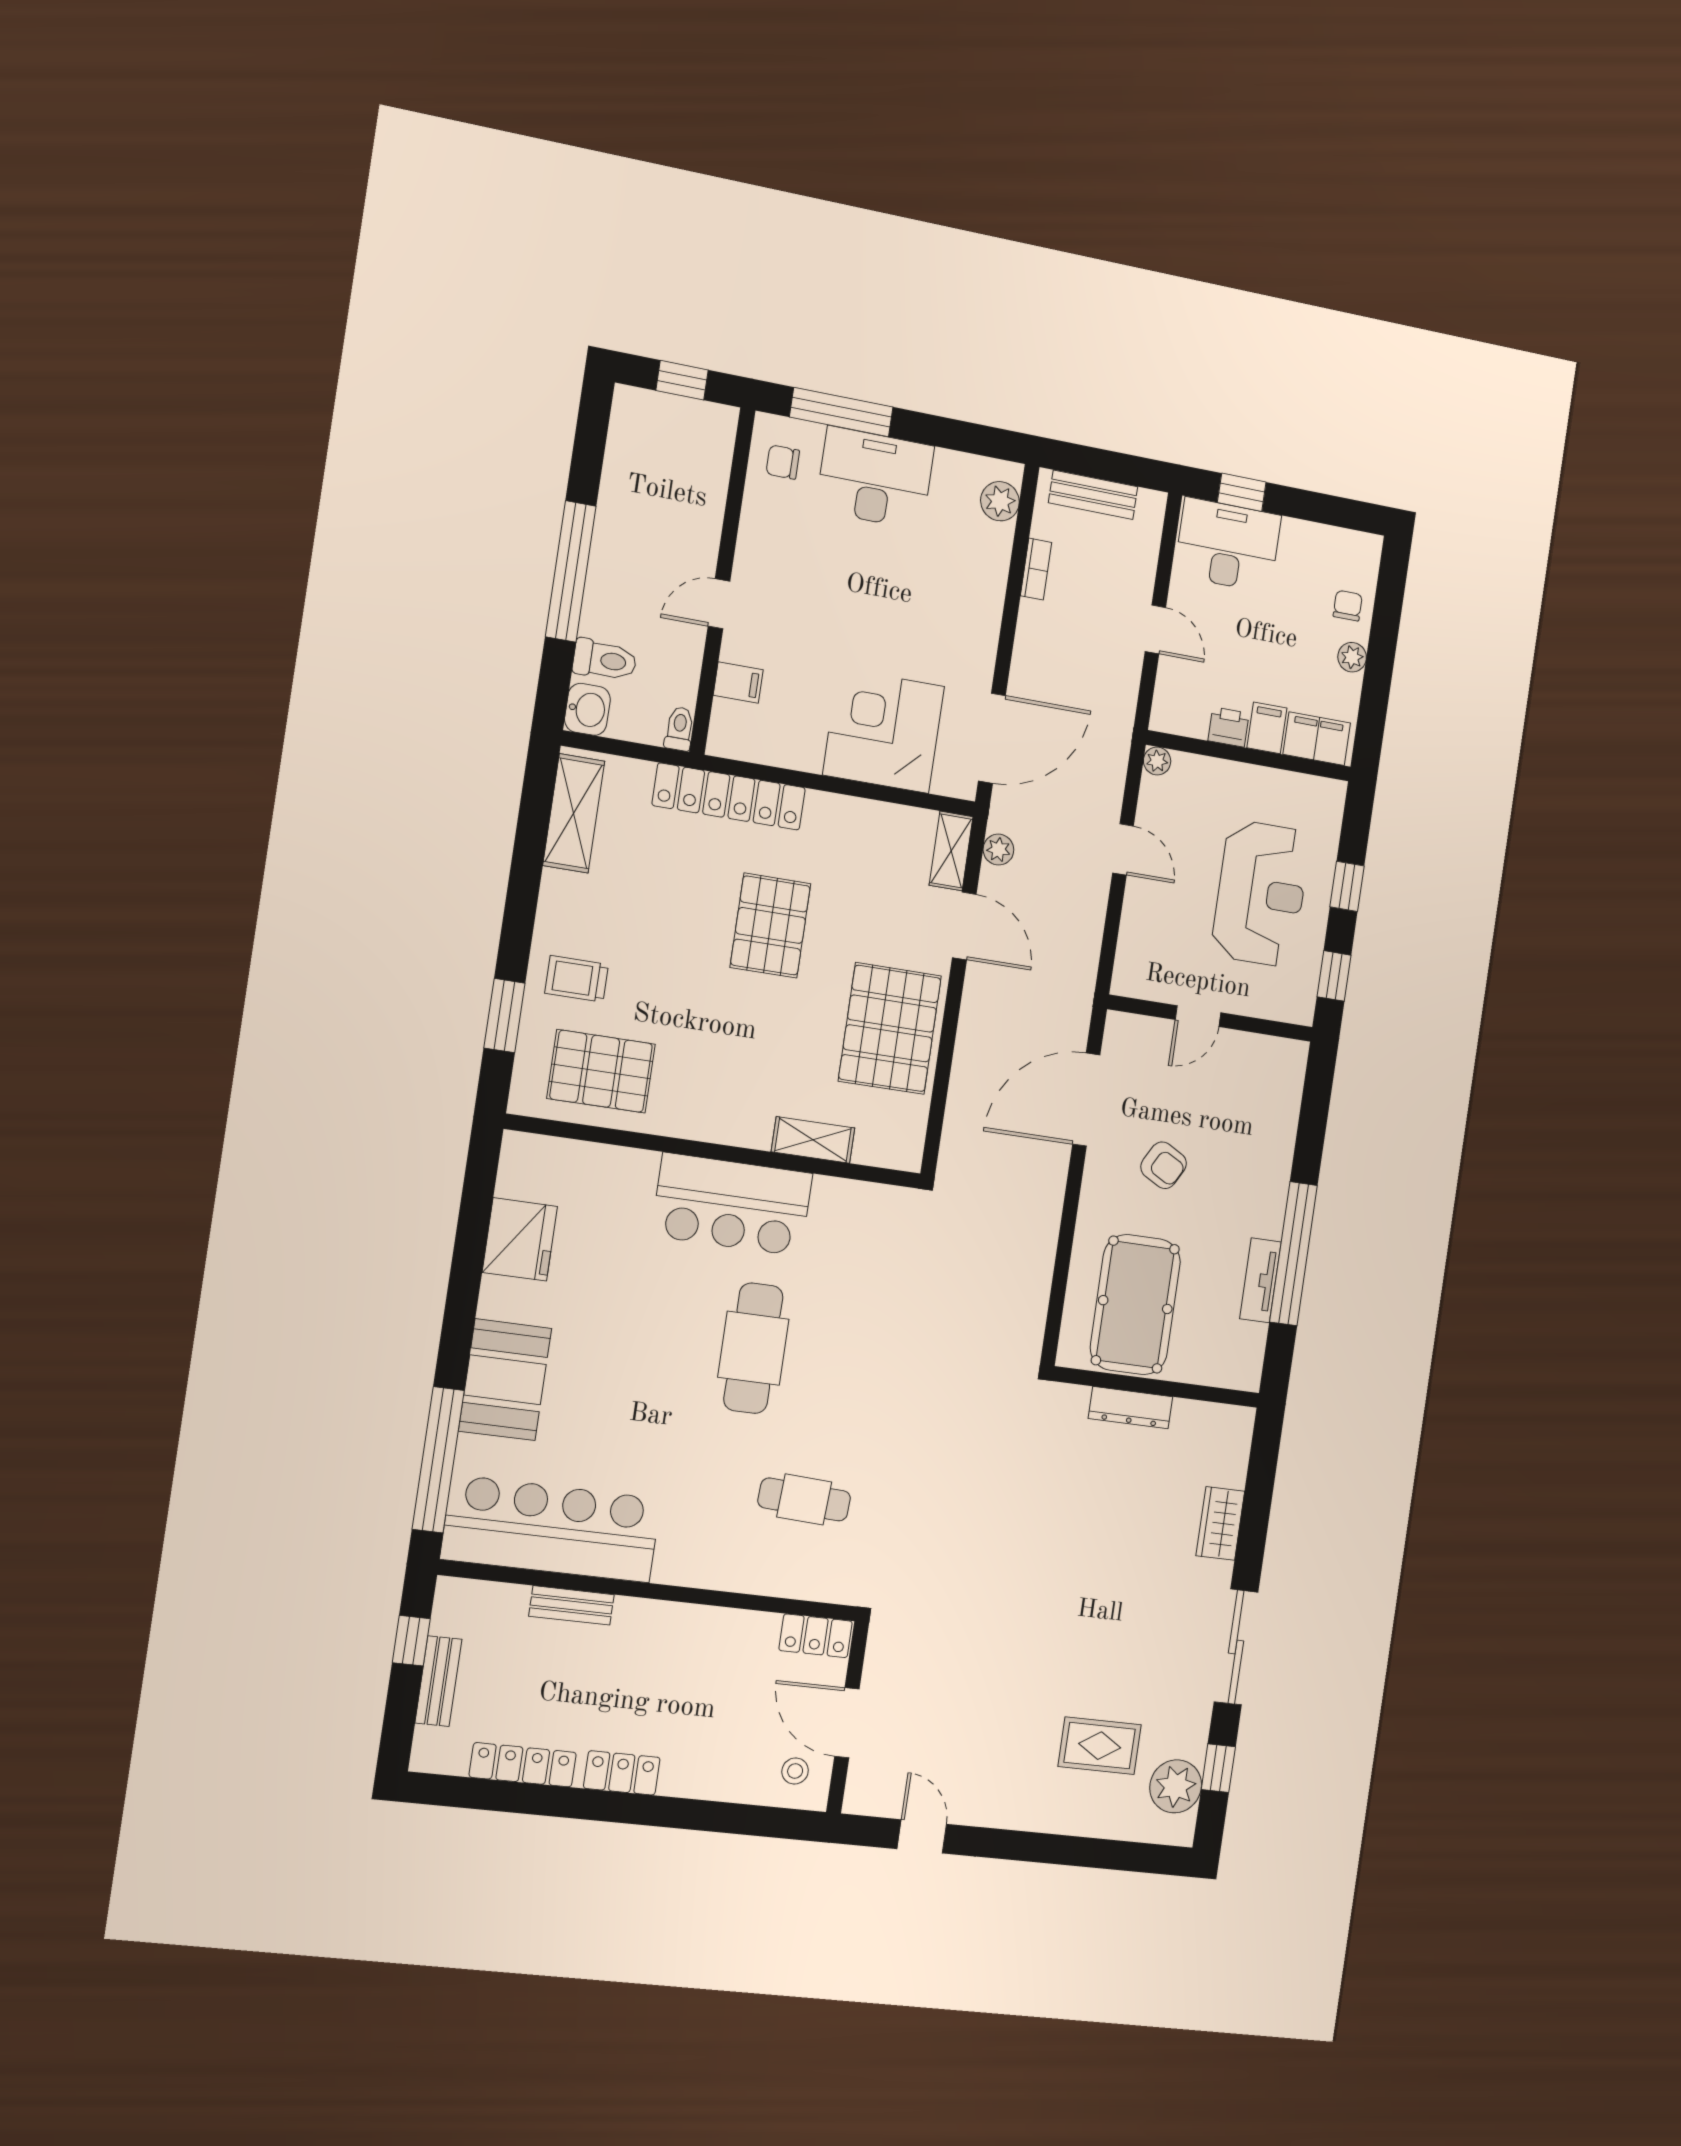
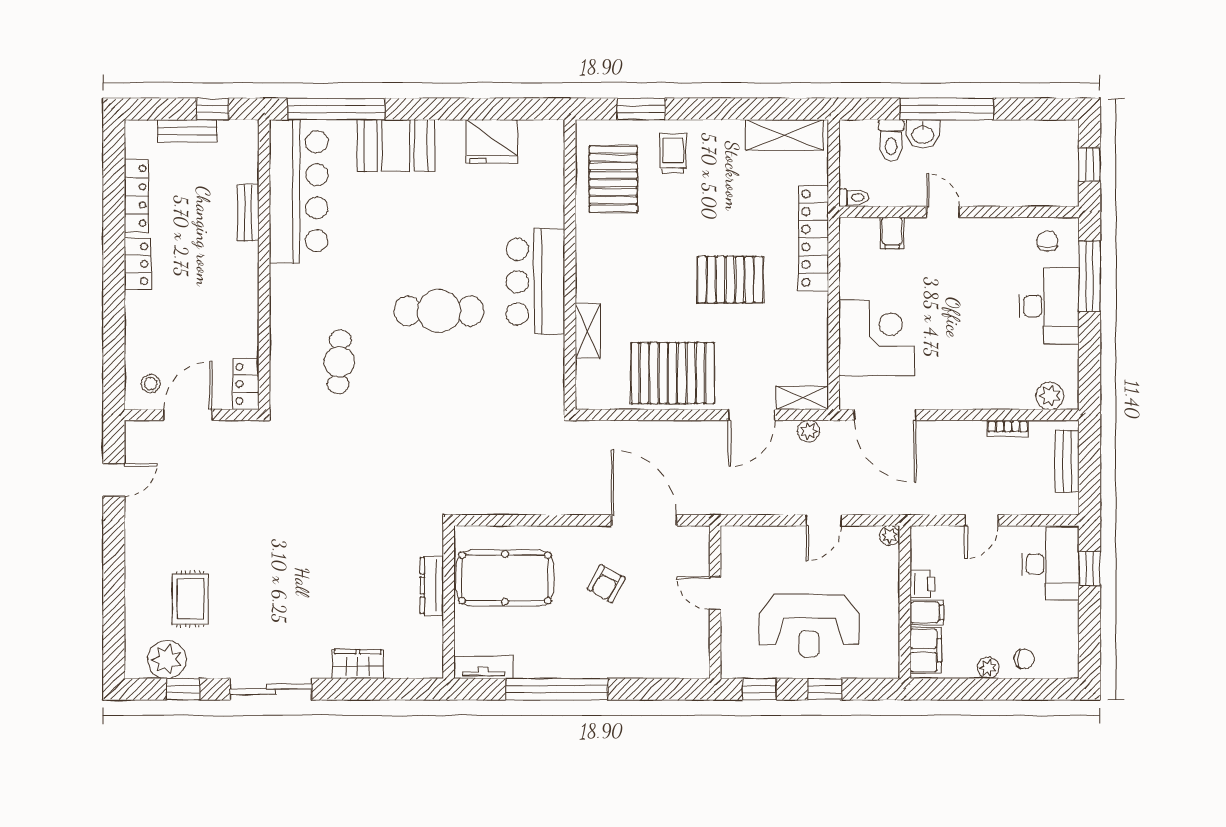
washbasin: (587, 709) -> (923, 134), moved
tv unit: (1260, 1280) -> (483, 667), moved

